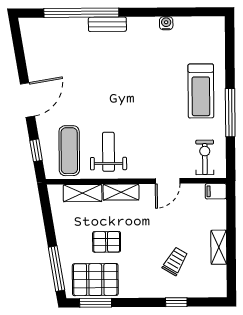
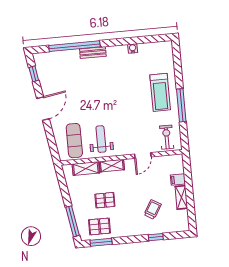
window: (36, 150) -> (34, 74), moved
filing cabinet: (216, 191) -> (178, 180), moved
pallet: (95, 280) -> (99, 226), width x0.67, depth x0.71

